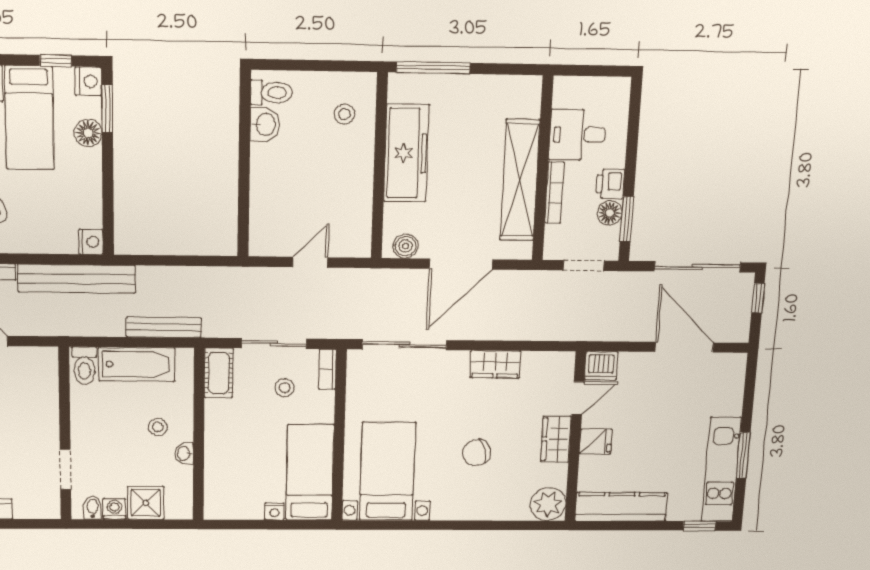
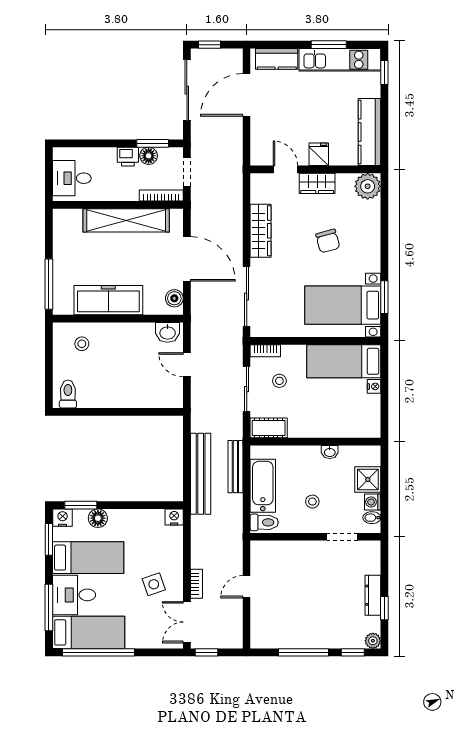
window: (56, 61) -> (49, 539), width x1.50
washbasin: (265, 124) -> (168, 332), moved, turned 180
desk: (578, 135) -> (72, 178), moved, turned 90
bookcase: (554, 193) -> (161, 196), moved
bench: (77, 279) -> (201, 474), moved
wardrobe: (495, 364) -> (261, 231), width x1.50
dishwasher: (601, 366) -> (261, 154), removed
kitchen counter: (730, 388) -> (277, 59), added
stool: (158, 427) -> (312, 502), moved
window: (397, 525) -> (384, 297), added

